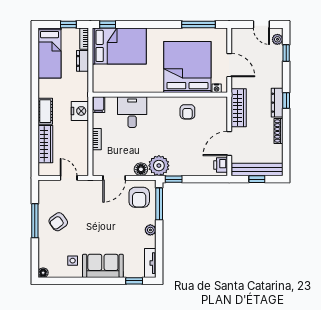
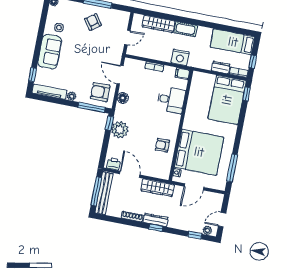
plant: (159, 166) -> (120, 130), moved
window: (257, 179) -> (96, 191), width x2.17
tv unit: (150, 263) -> (49, 92), width x1.41

